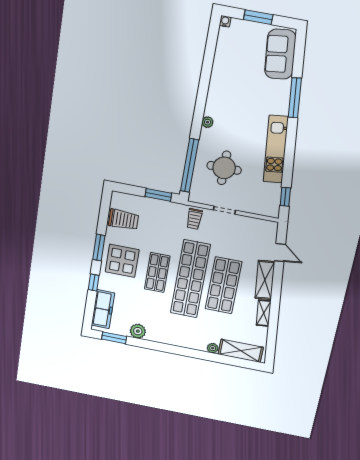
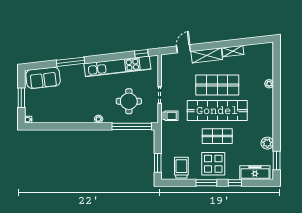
kitchen unit: (276, 149) -> (117, 66), width x1.36
window: (158, 195) -> (158, 163), moved
shelving: (241, 351) -> (267, 62), removed

